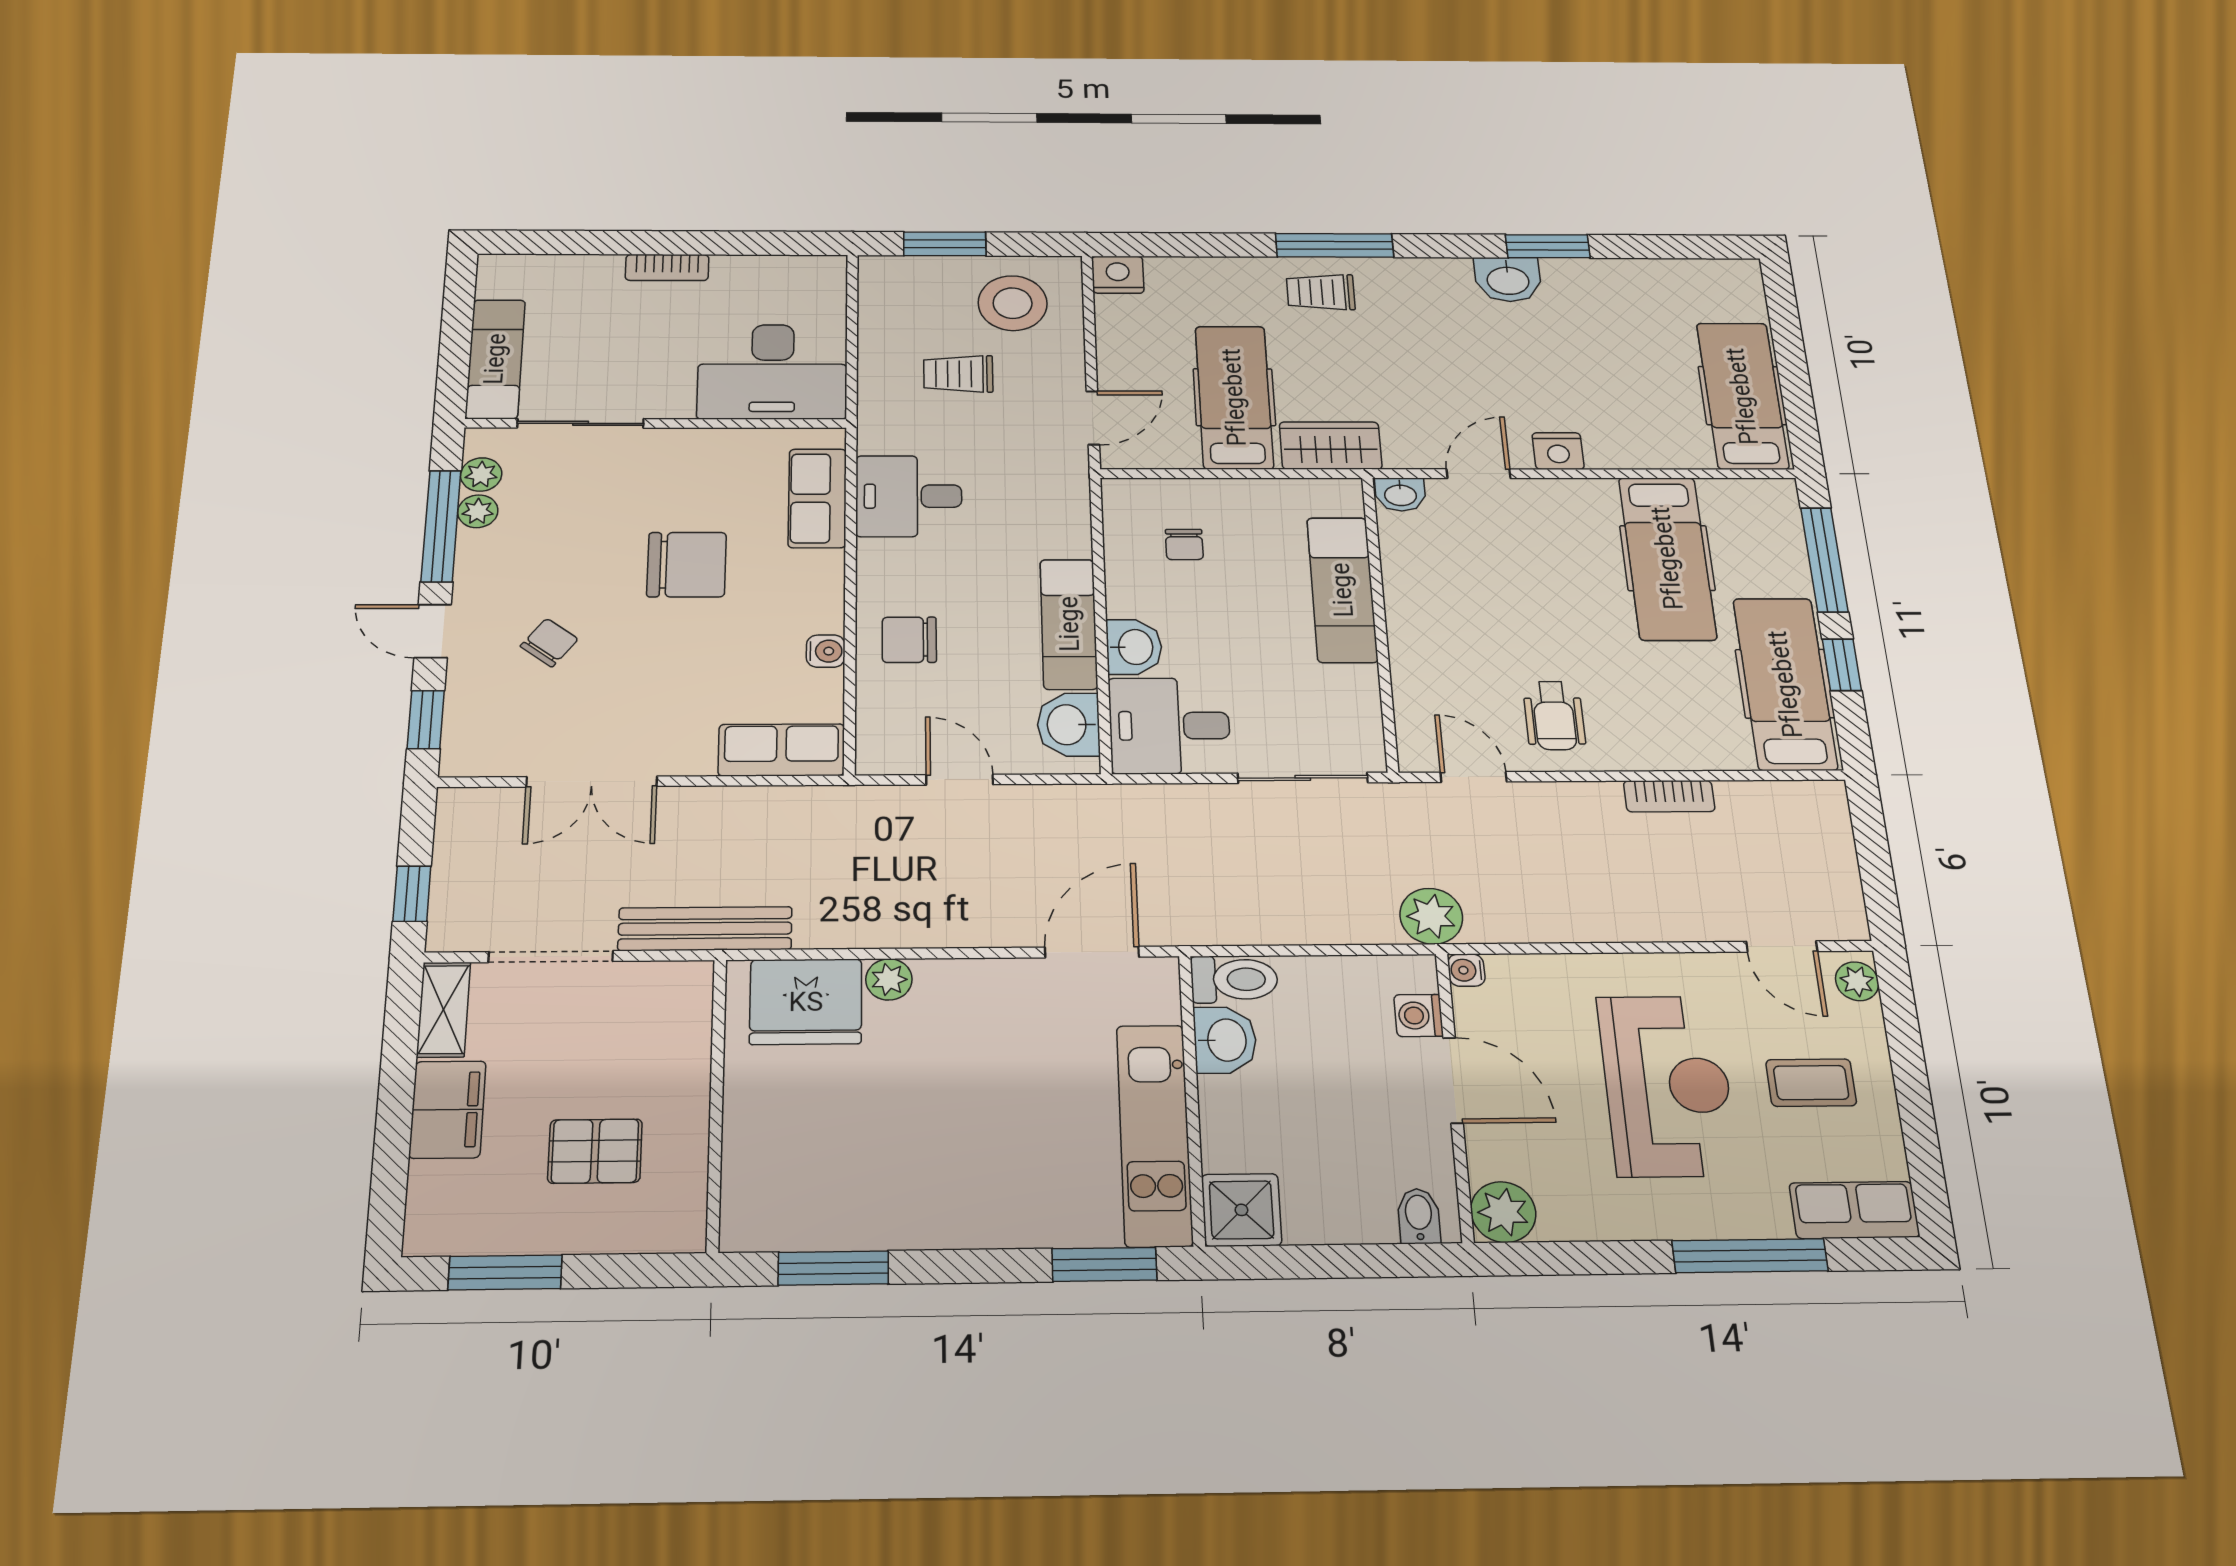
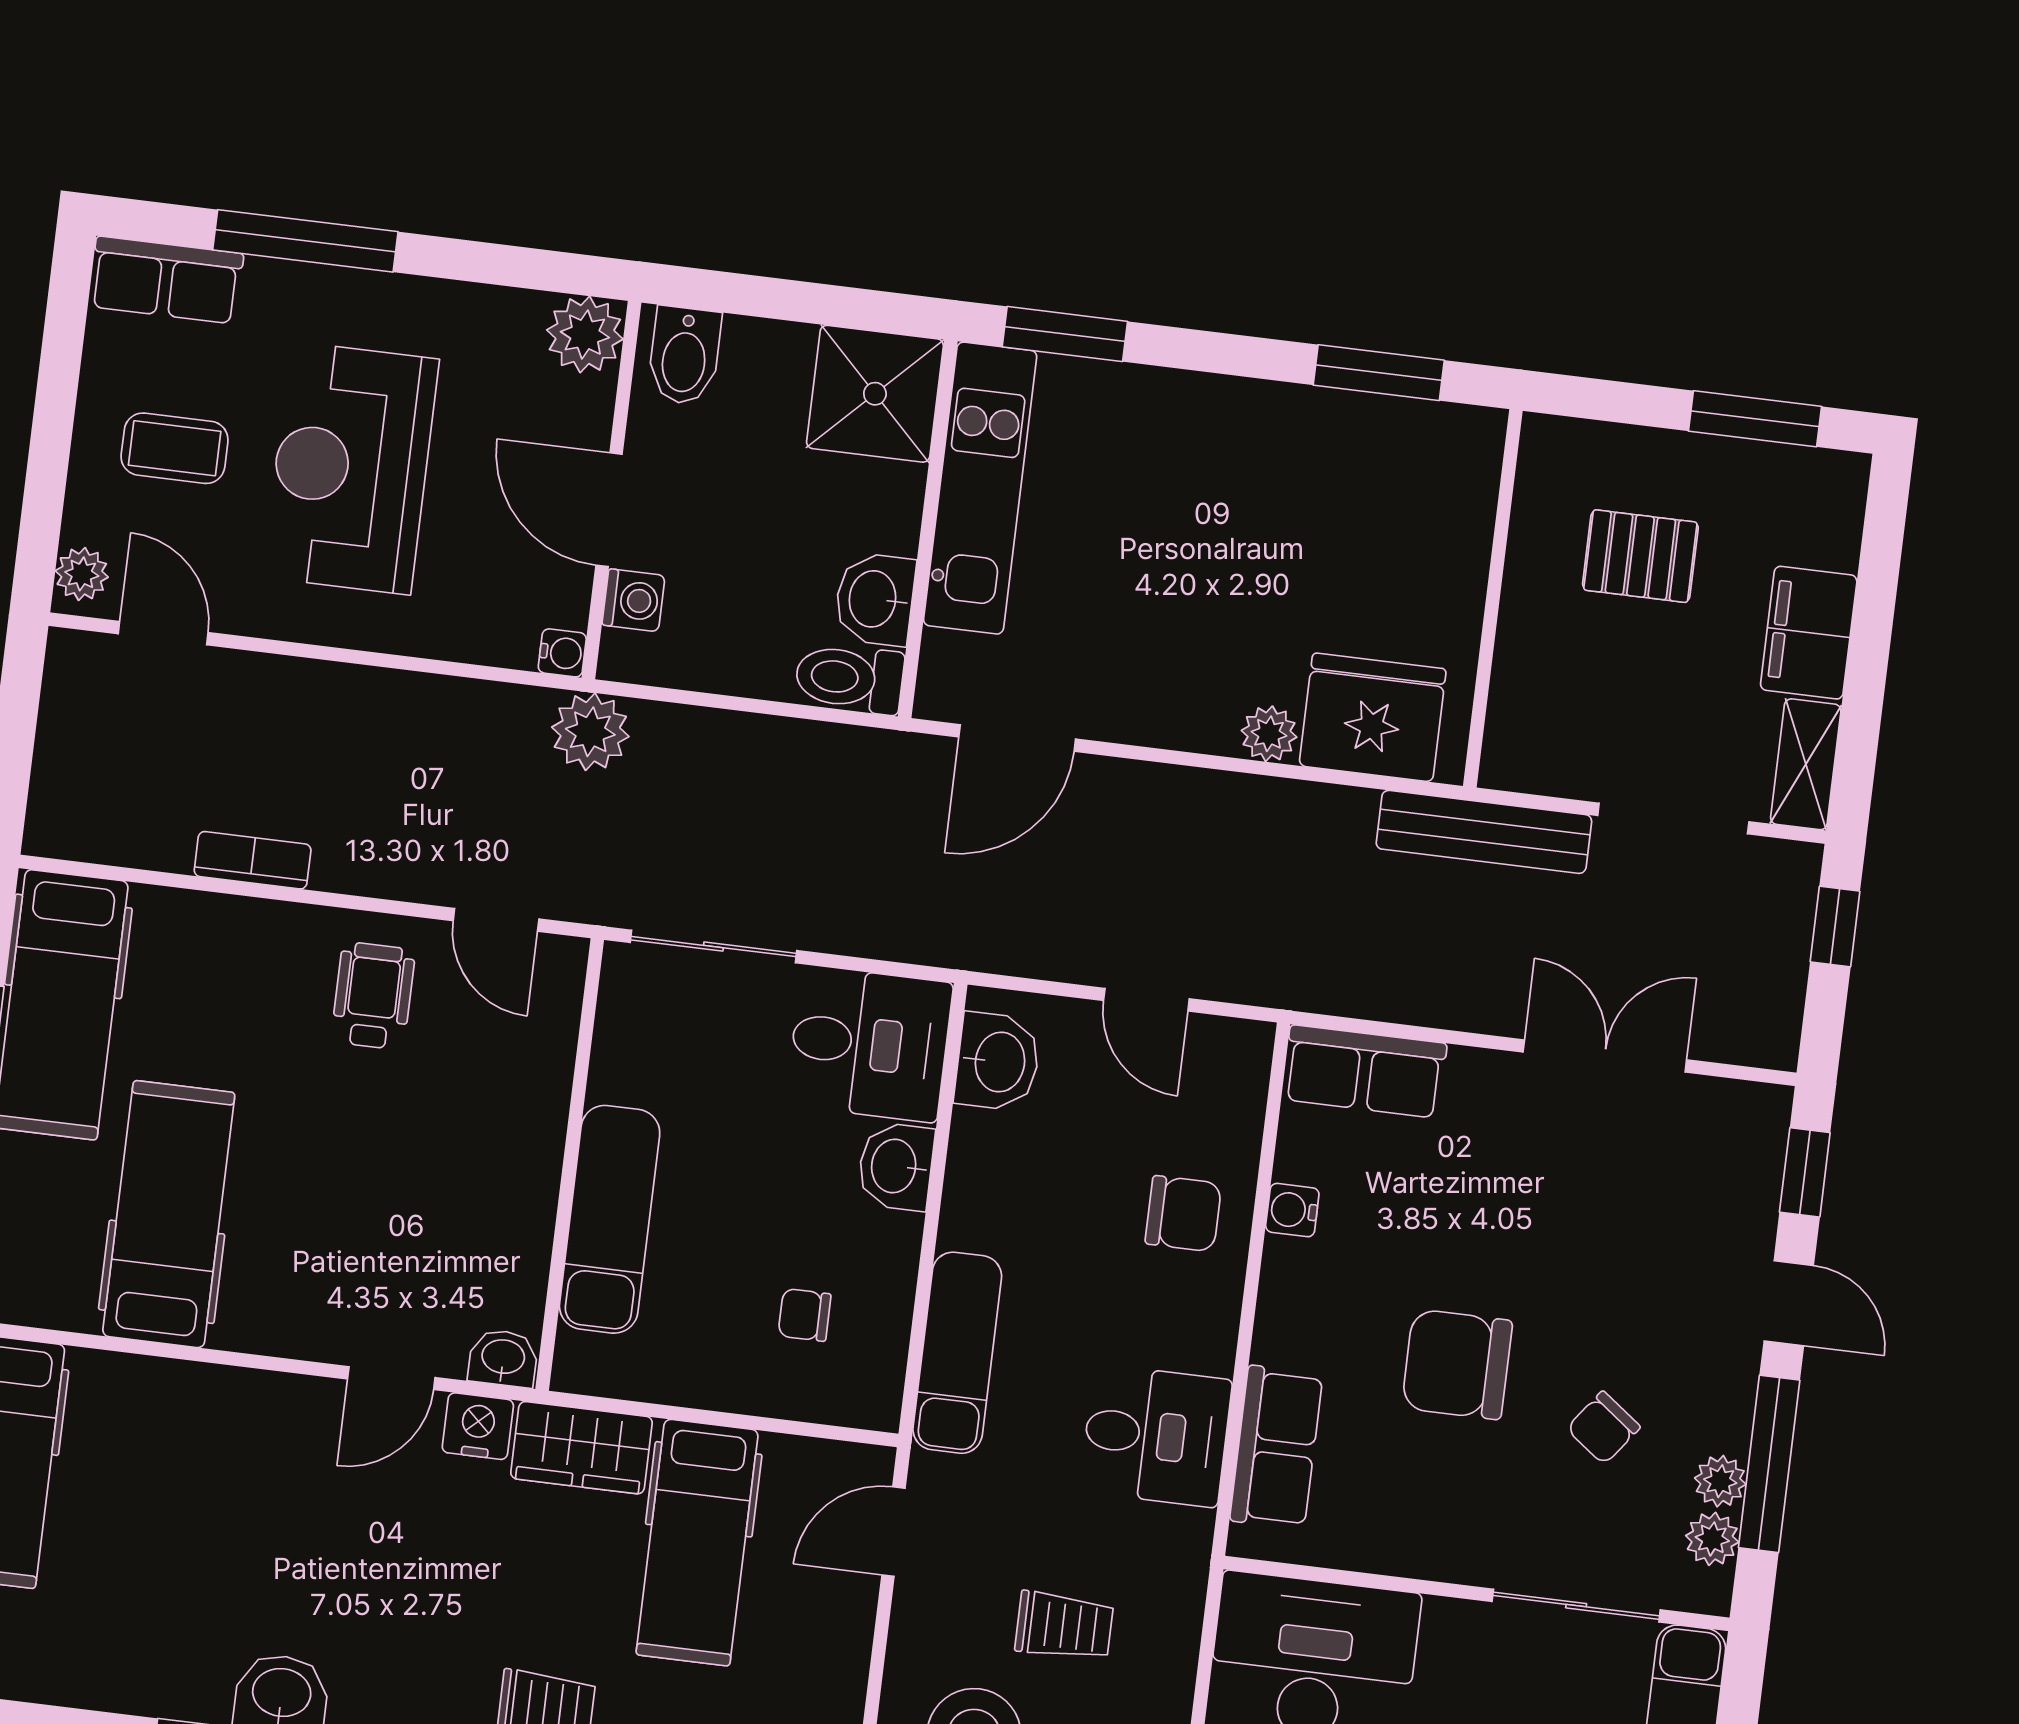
nightstand: (1558, 451) -> (478, 1426), moved
chair: (1184, 544) -> (805, 1315), turned -90
exam couch: (1069, 624) -> (957, 1353), moved
chair: (549, 643) -> (1603, 1428), moved
shower: (1241, 1210) -> (875, 394), width x1.36, depth x1.36
bidet: (1419, 1216) -> (684, 356), width x1.38, depth x1.36

